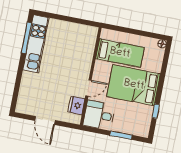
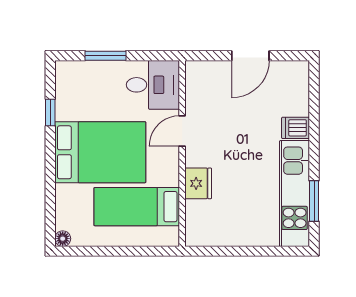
window: (26, 38) -> (314, 201), width x0.69
dishwasher: (29, 78) -> (296, 128), added
fridge: (76, 105) -> (198, 183), moved
door: (45, 121) -> (250, 56), swing flipped

